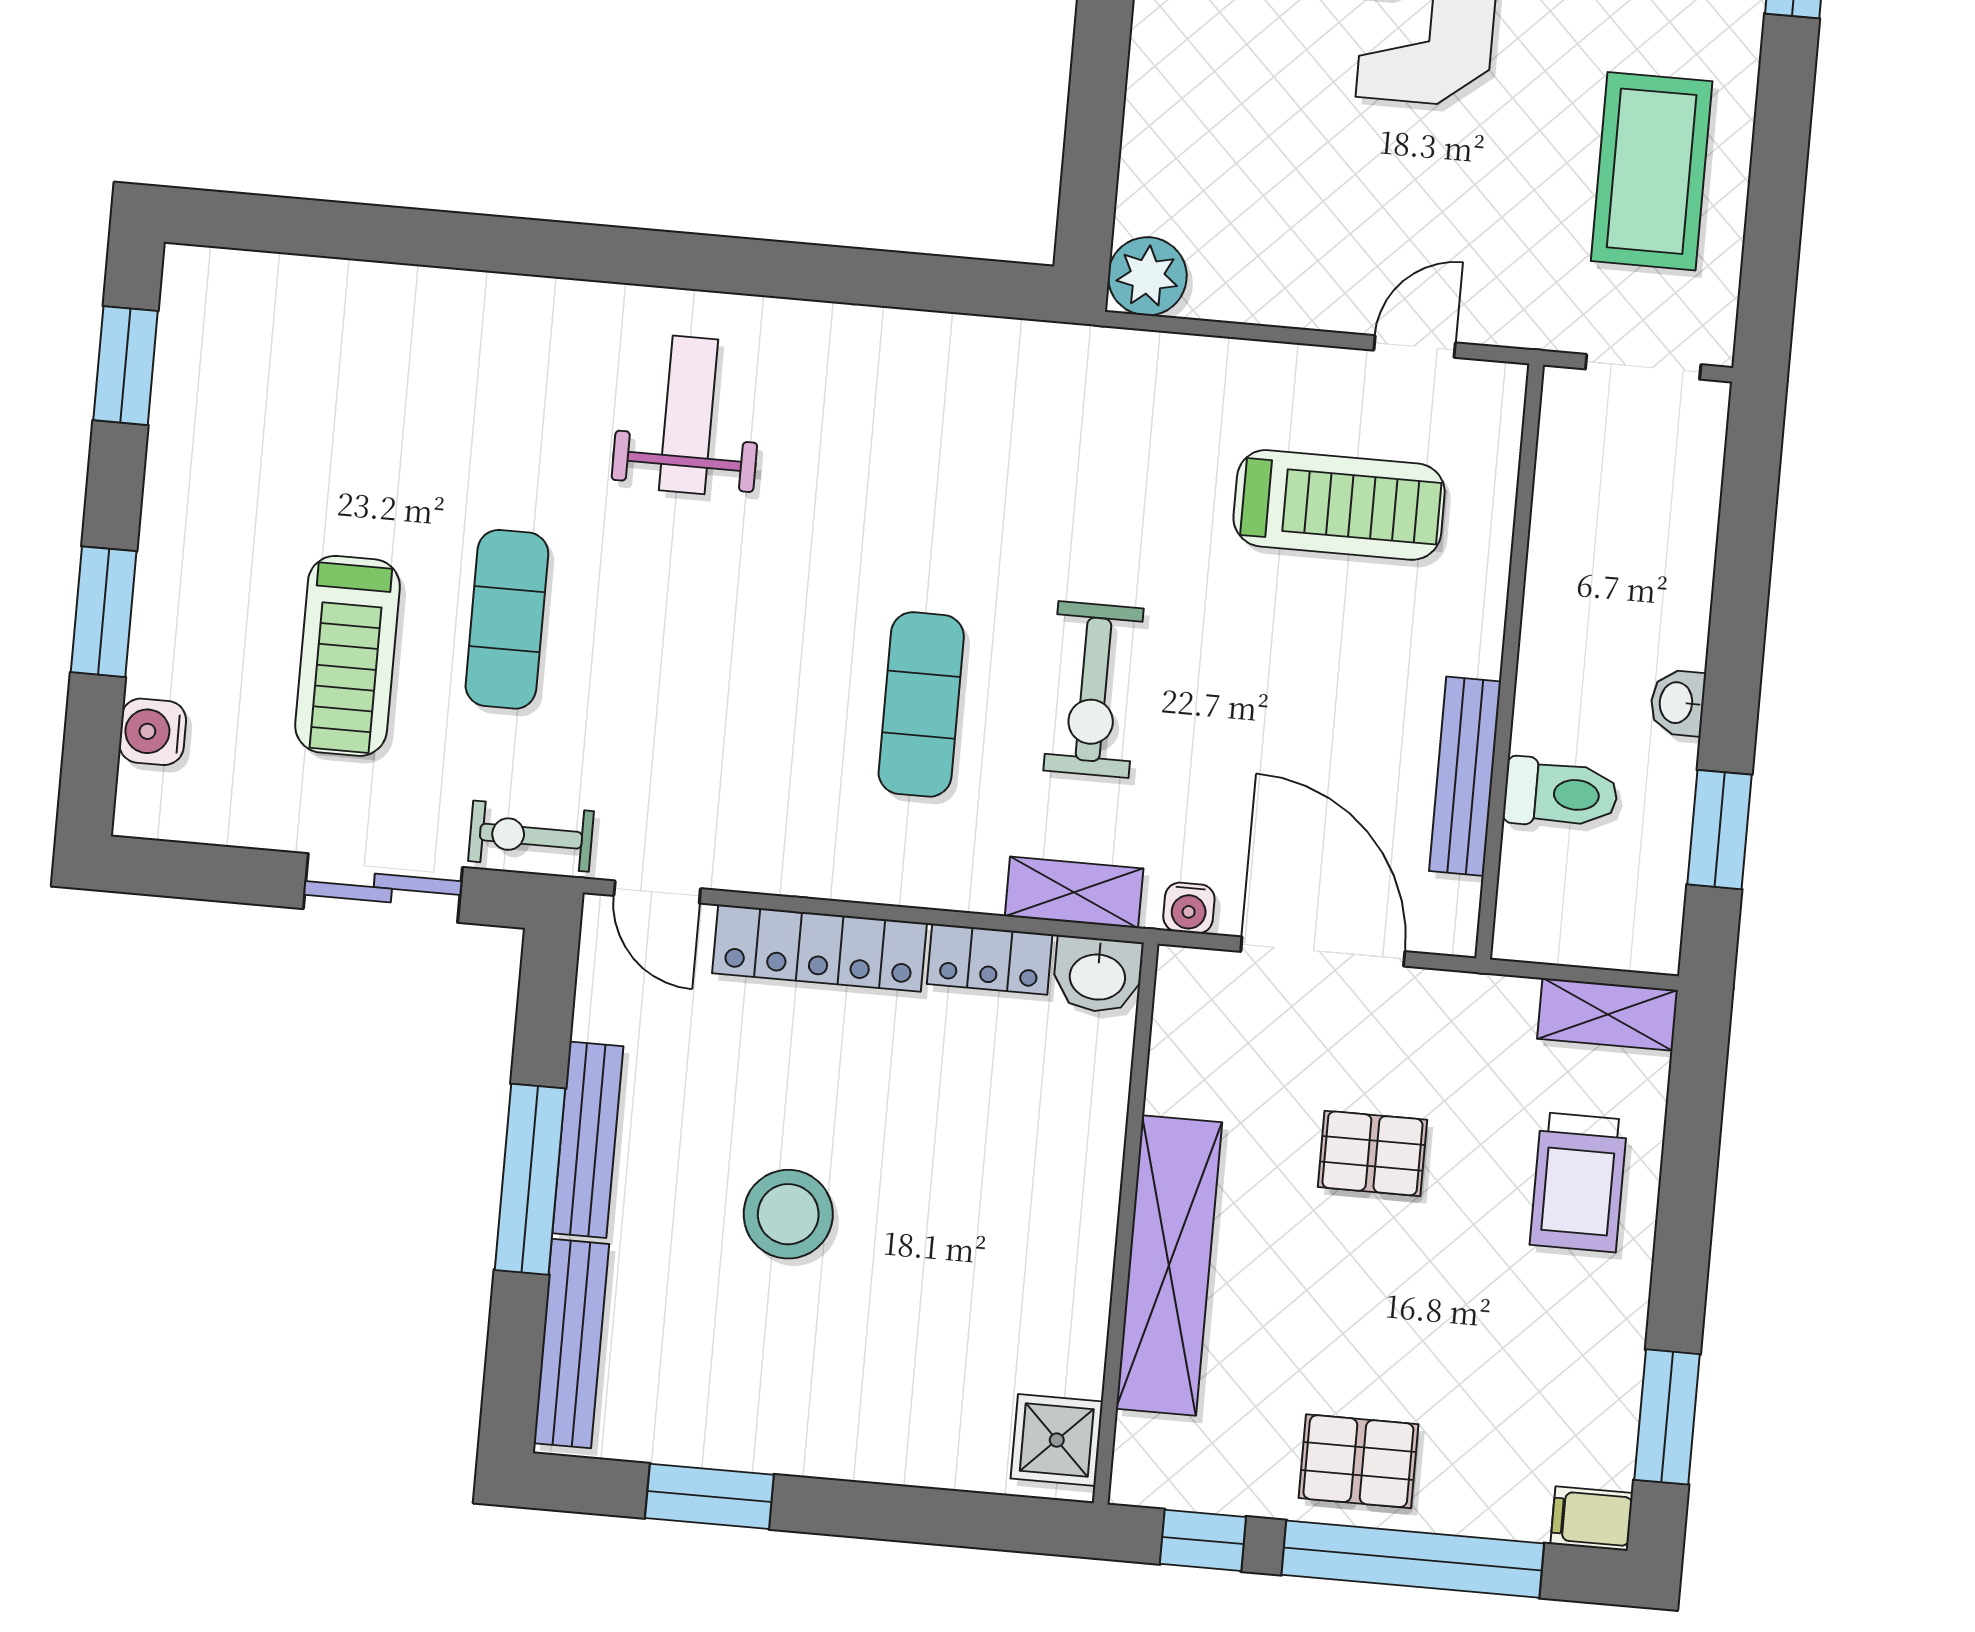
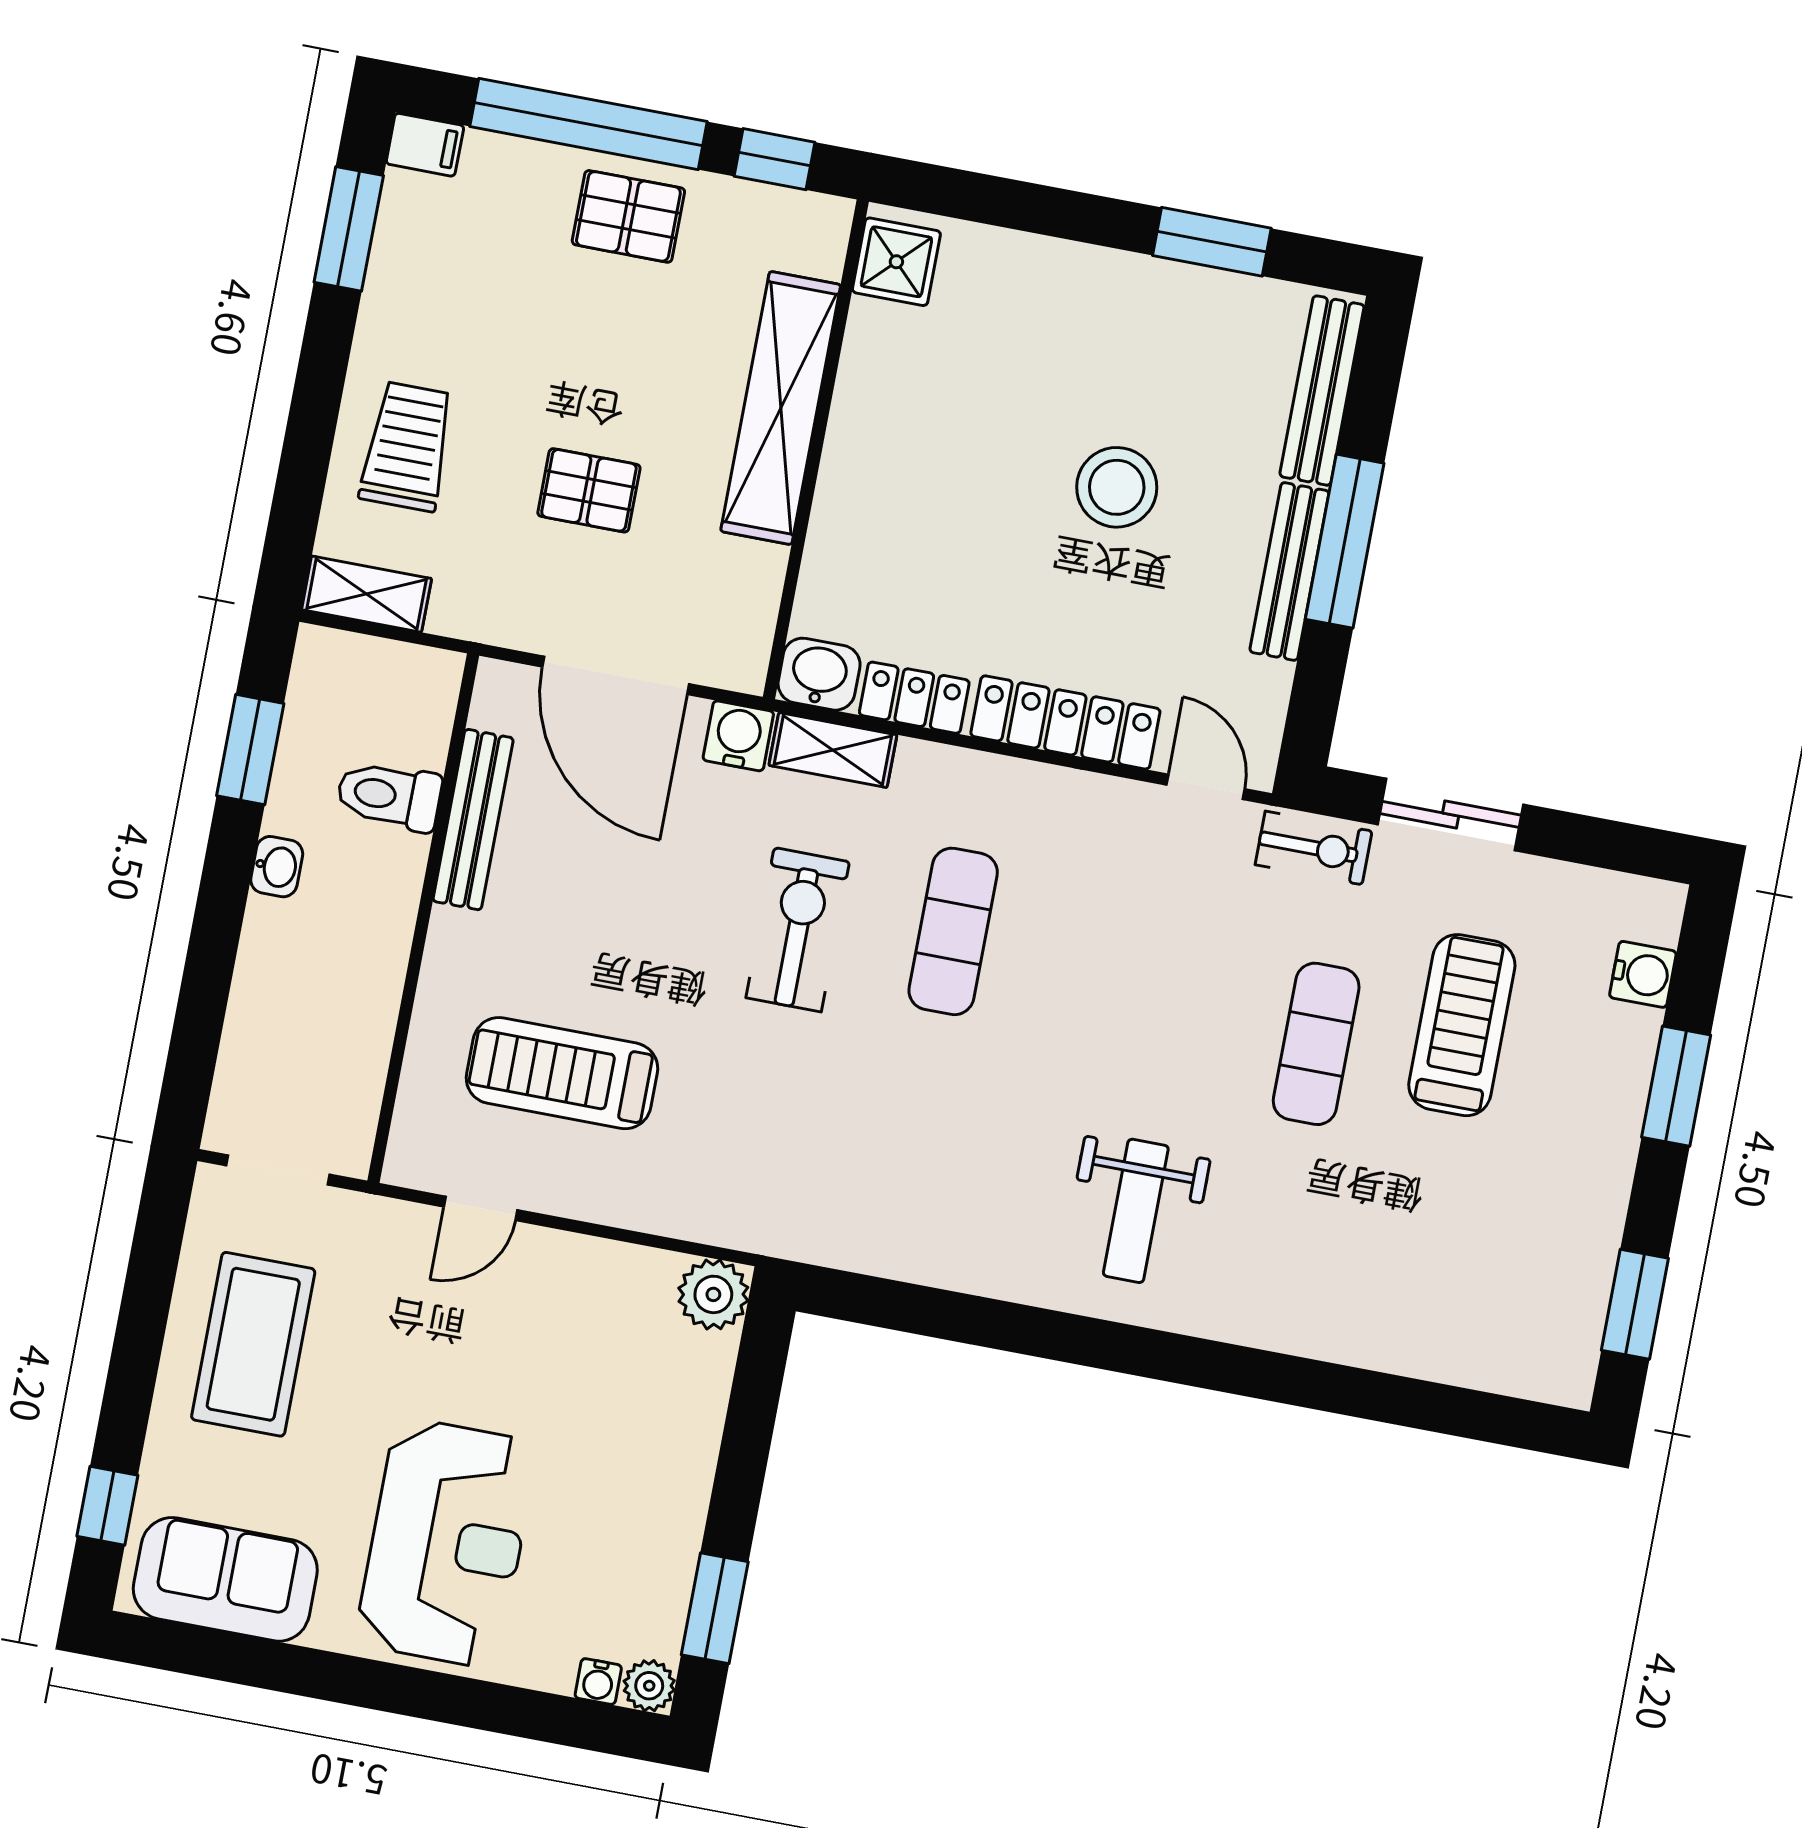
water cooler: (1189, 908) -> (738, 736), width x1.38, depth x1.38

